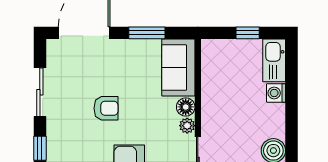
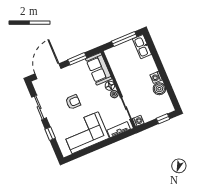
window: (248, 33) -> (124, 39), width x2.17
washing machine: (276, 93) -> (156, 77), moved

